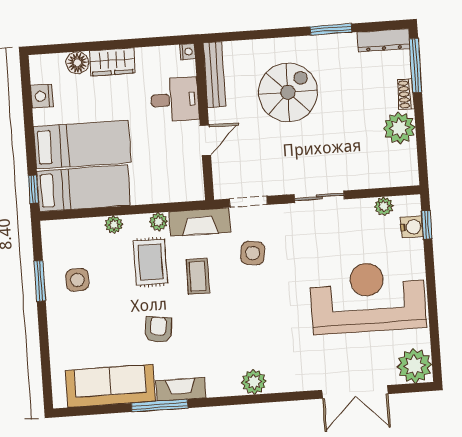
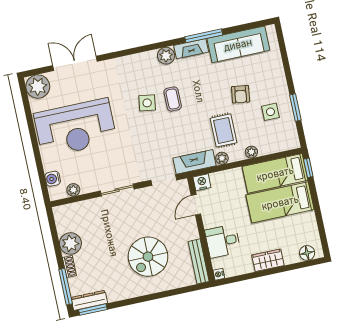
window: (331, 29) -> (93, 310), moved
floor lamp: (77, 63) -> (307, 253), moved
nightstand: (42, 96) -> (202, 182), moved, turned -90
door: (205, 140) -> (196, 205), moved
window: (427, 225) -> (43, 182), removed
side table: (253, 253) -> (147, 103), moved
coffee table: (198, 276) -> (173, 99), moved
armchair: (158, 330) -> (241, 94), moved
plant: (254, 382) -> (166, 56), moved

